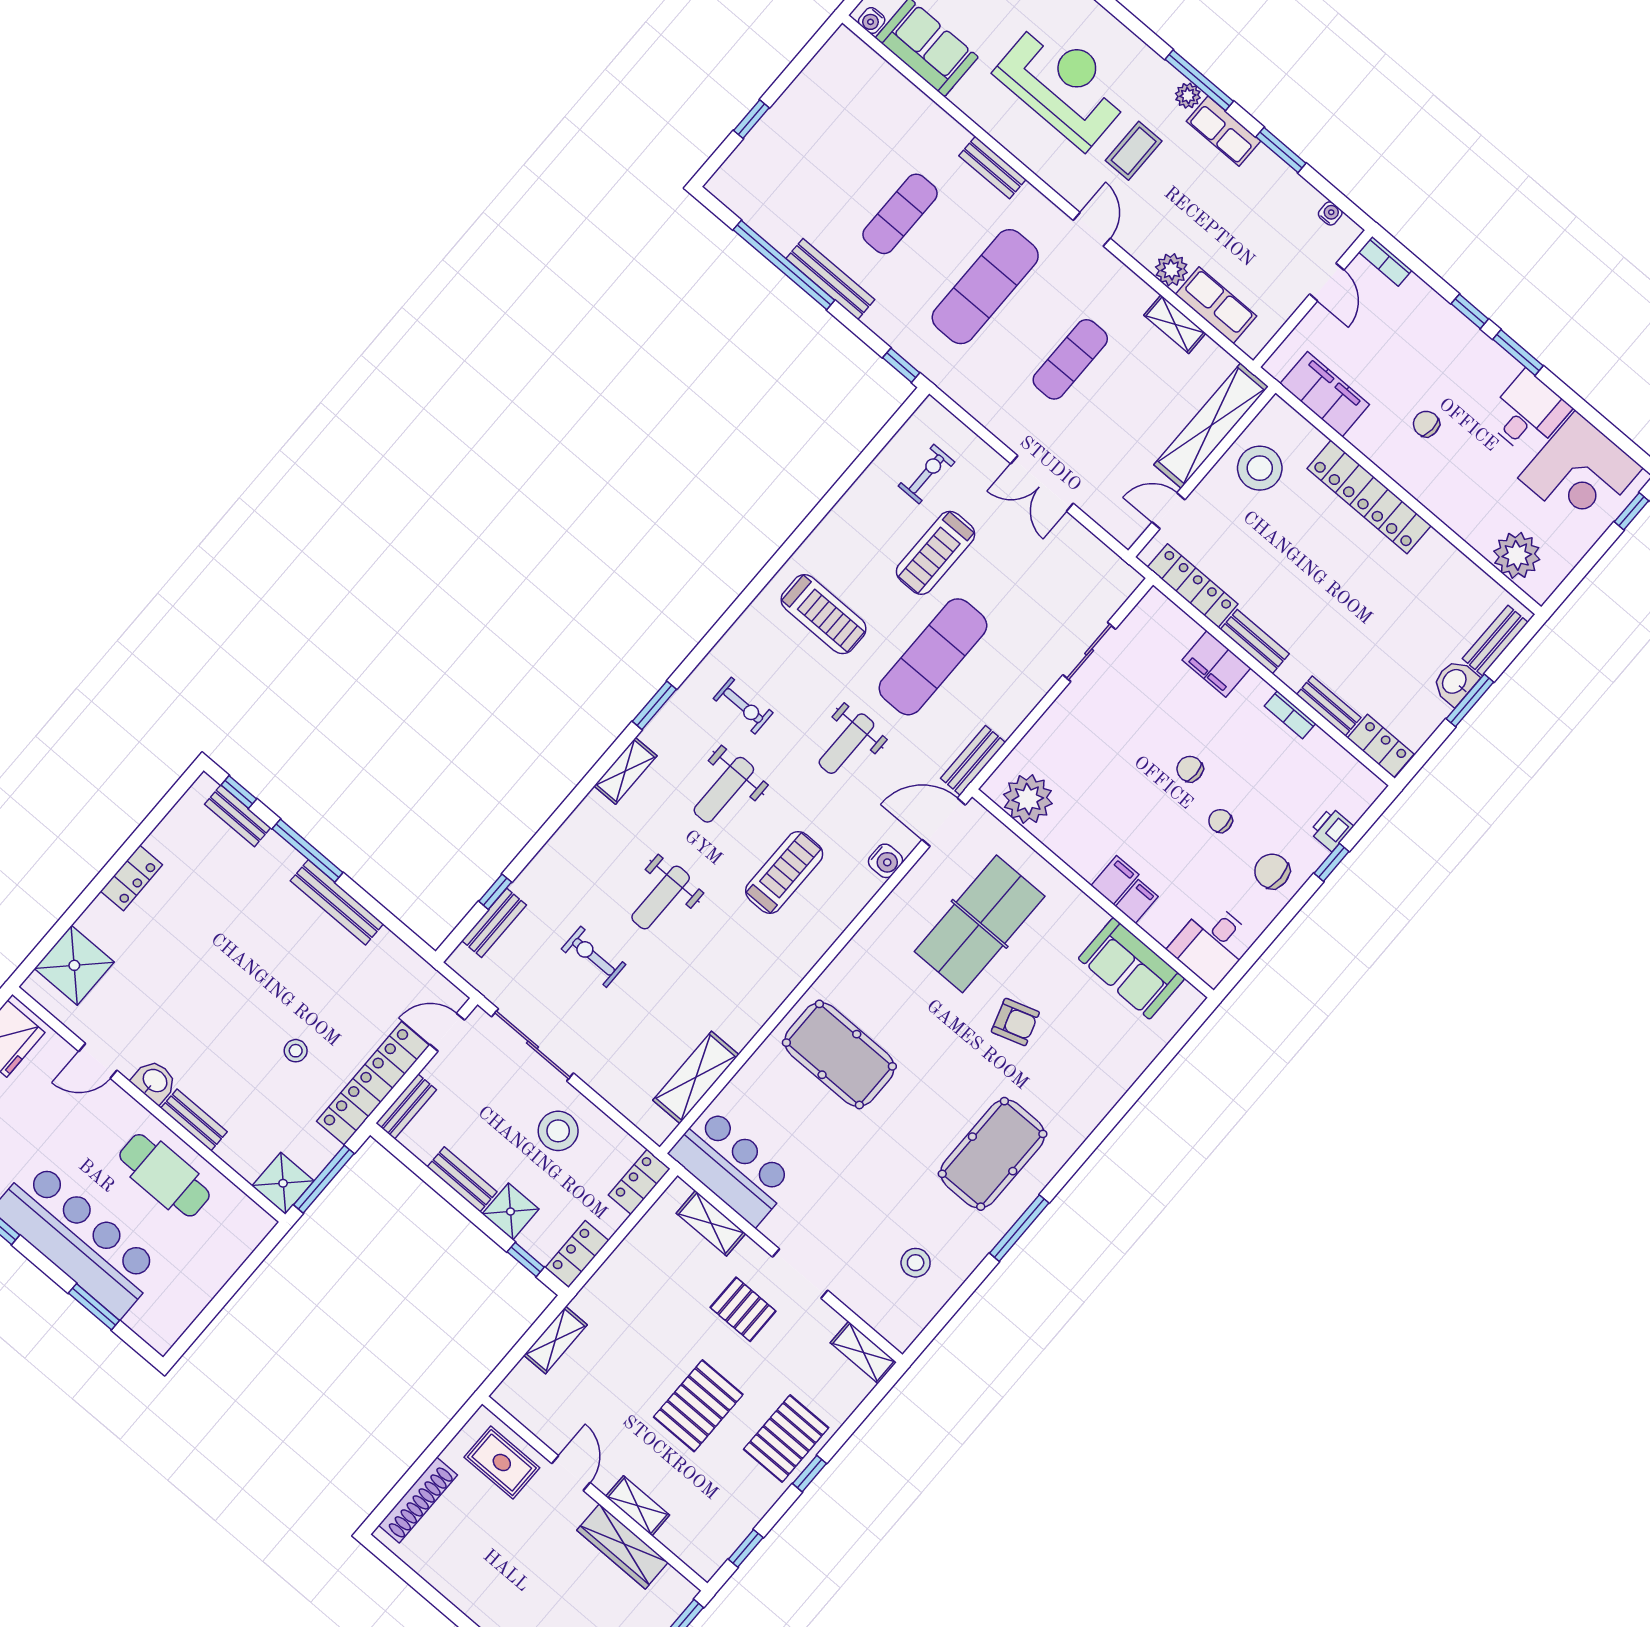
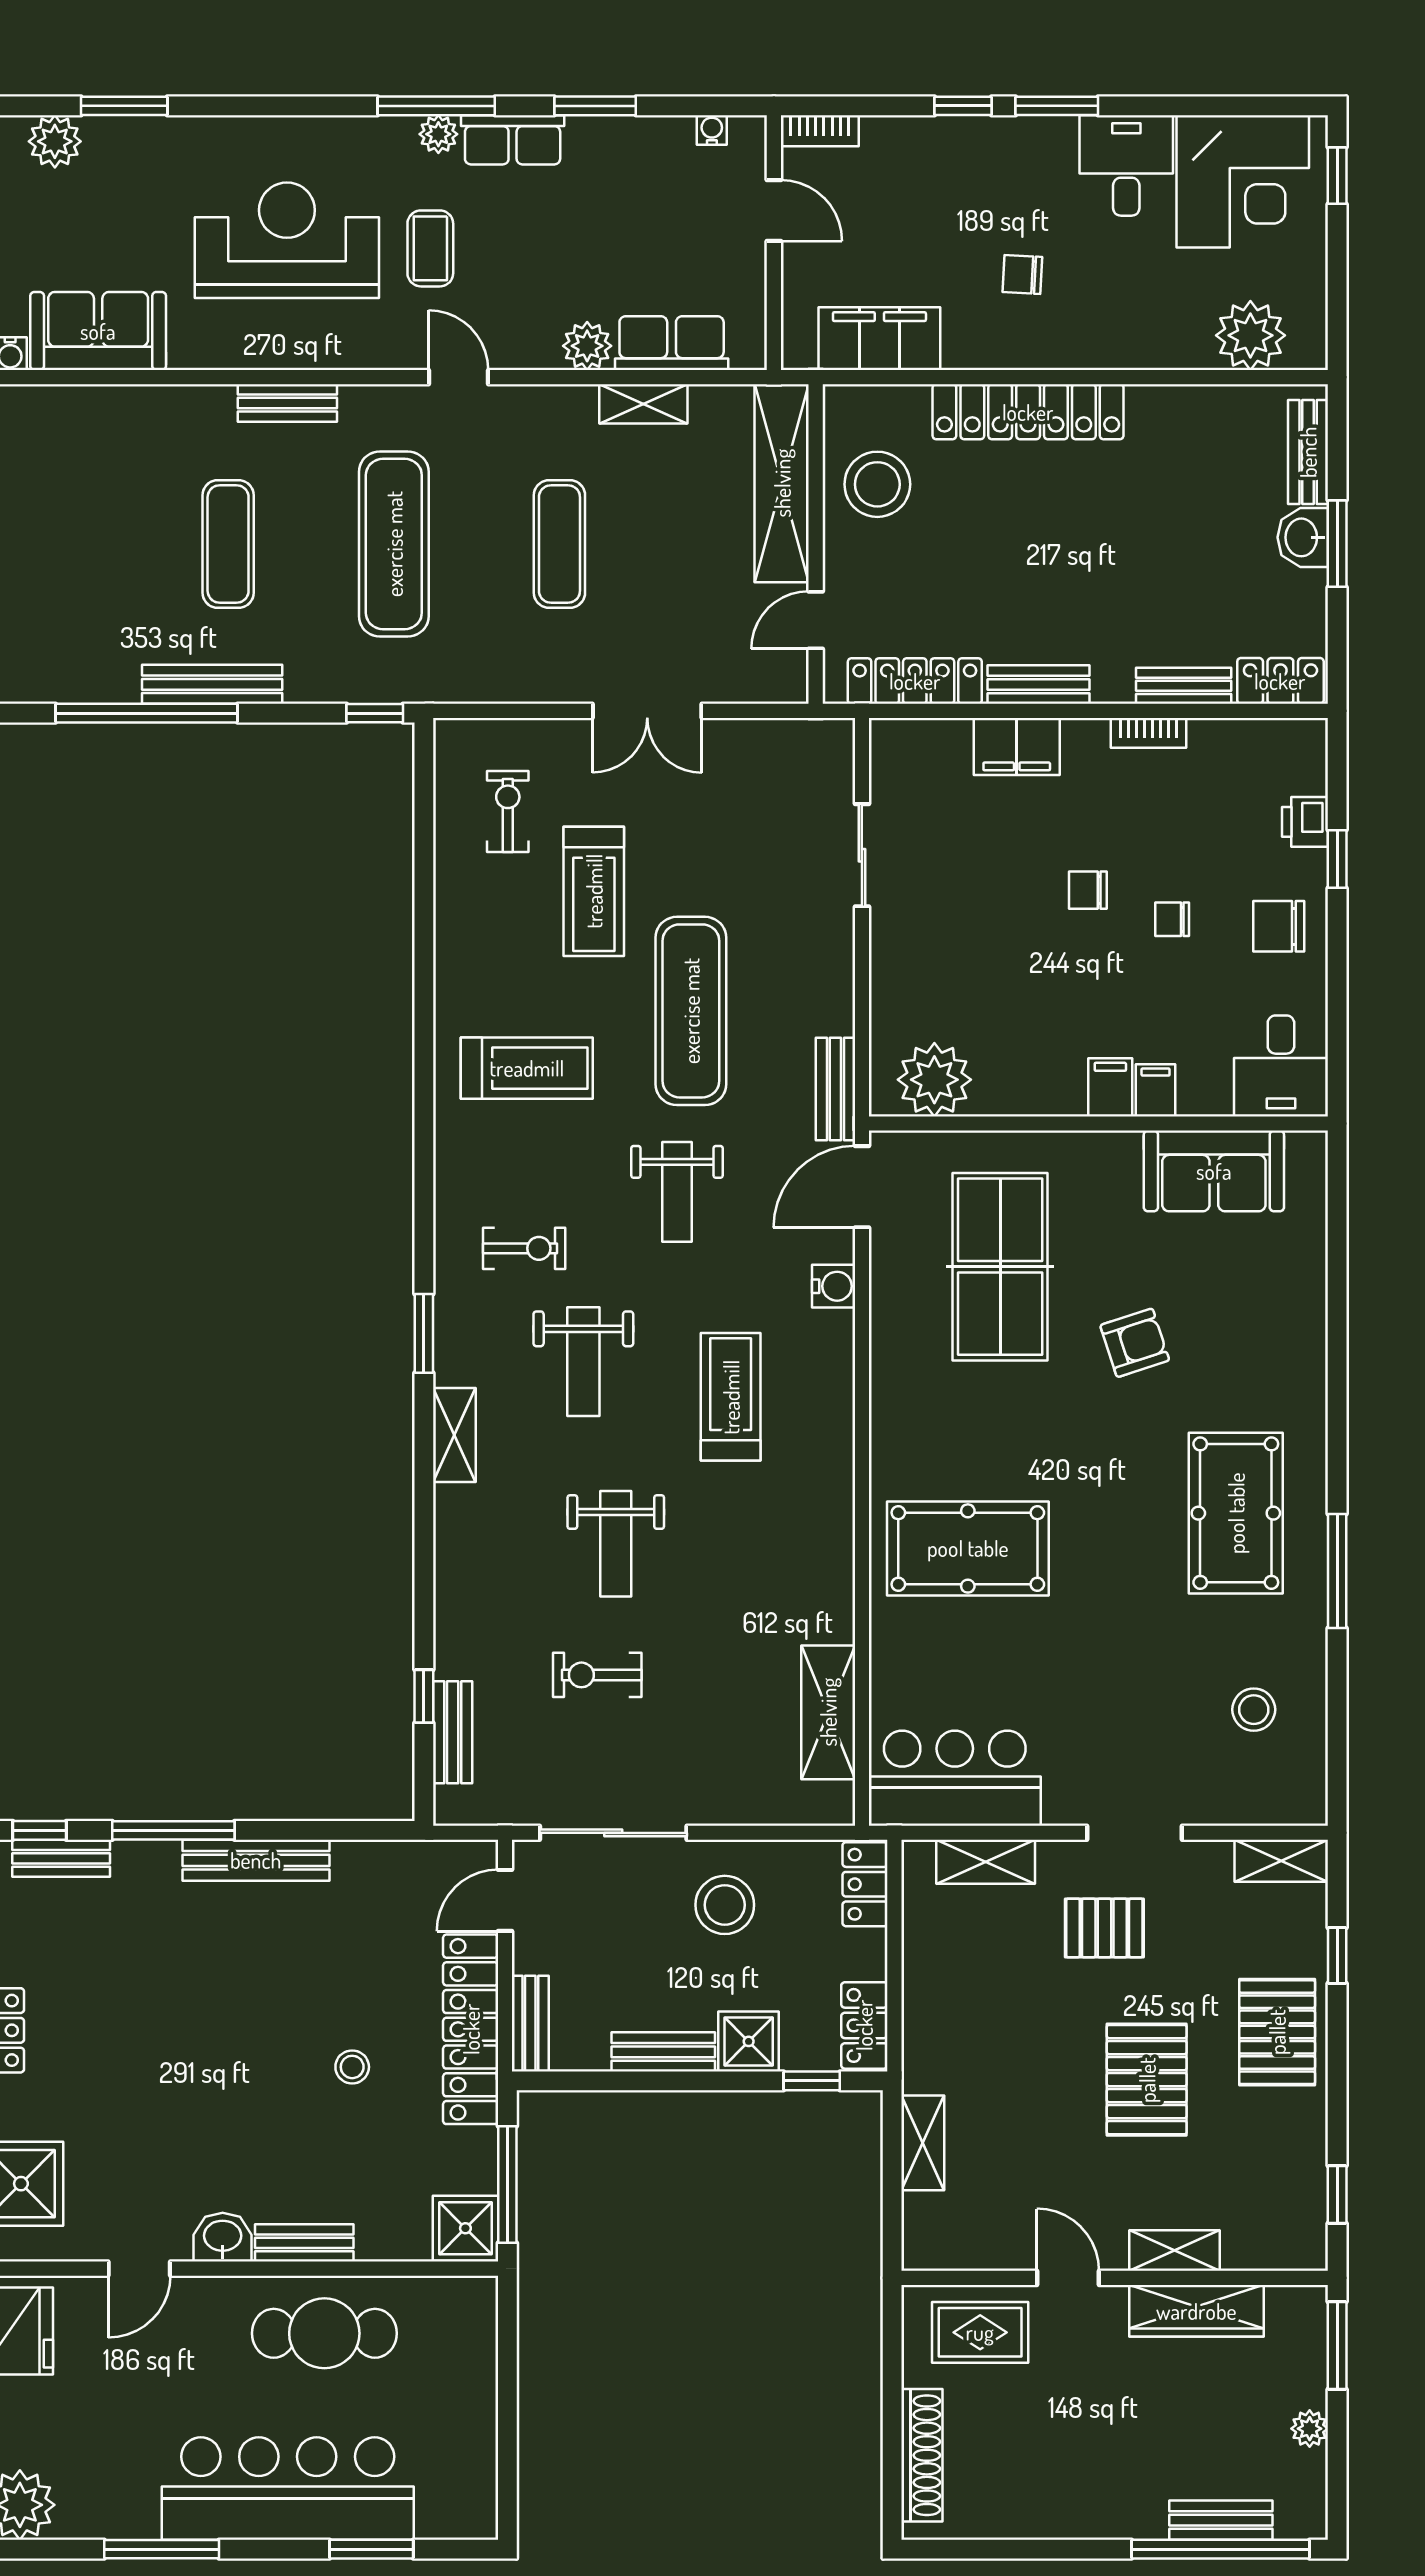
window: (810, 1474) -> (1337, 1955), moved

